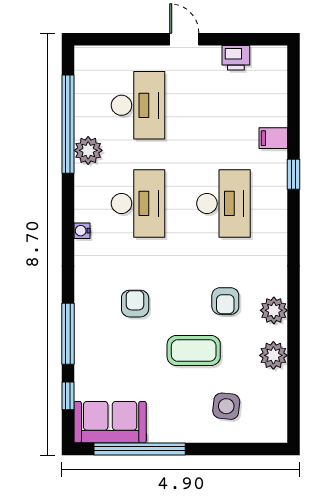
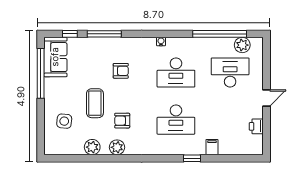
desk: (138, 105) -> (230, 72), turned 180
plant: (88, 150) -> (242, 45), moved

